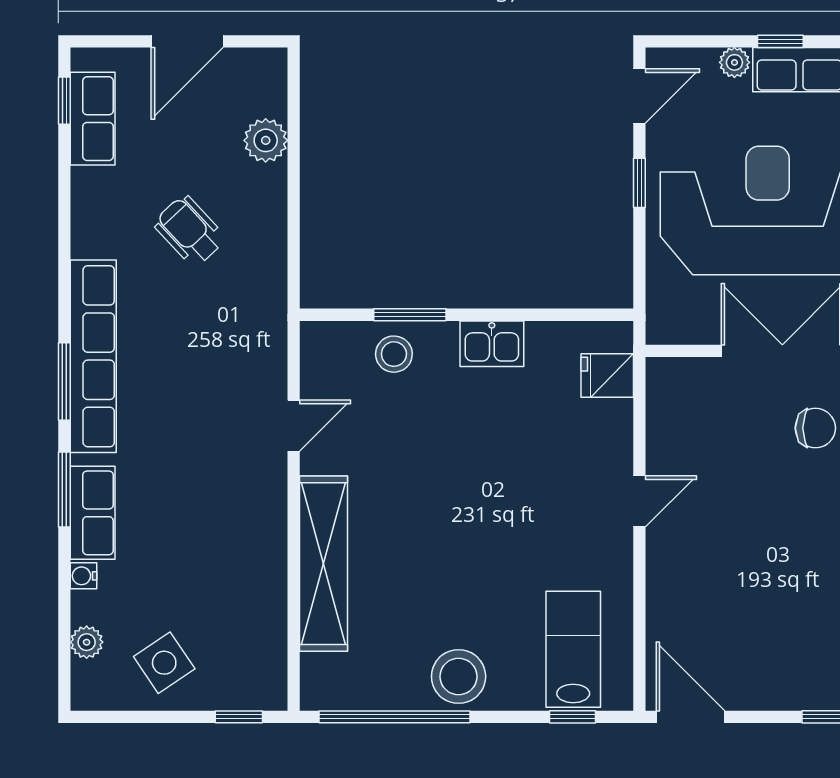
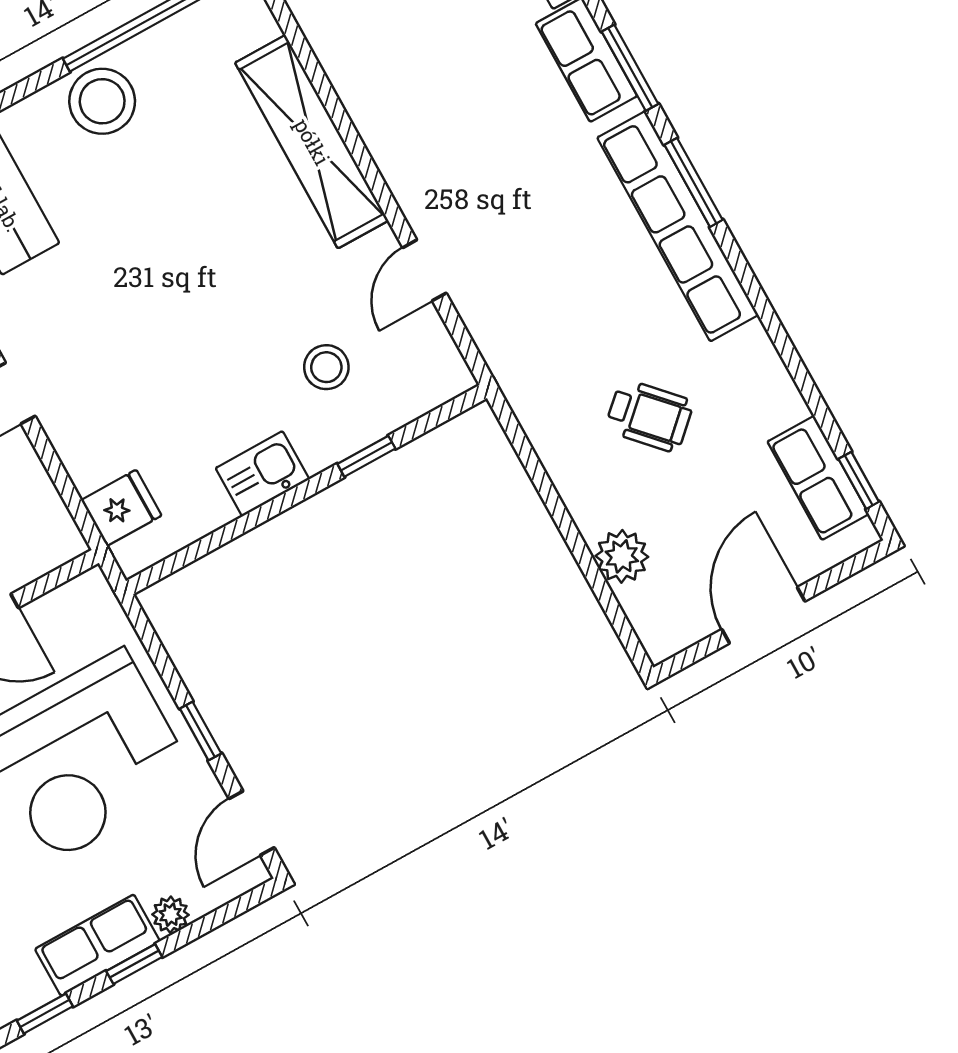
window: (410, 315) -> (366, 456), width x0.67
stool: (394, 354) -> (326, 367), moved

